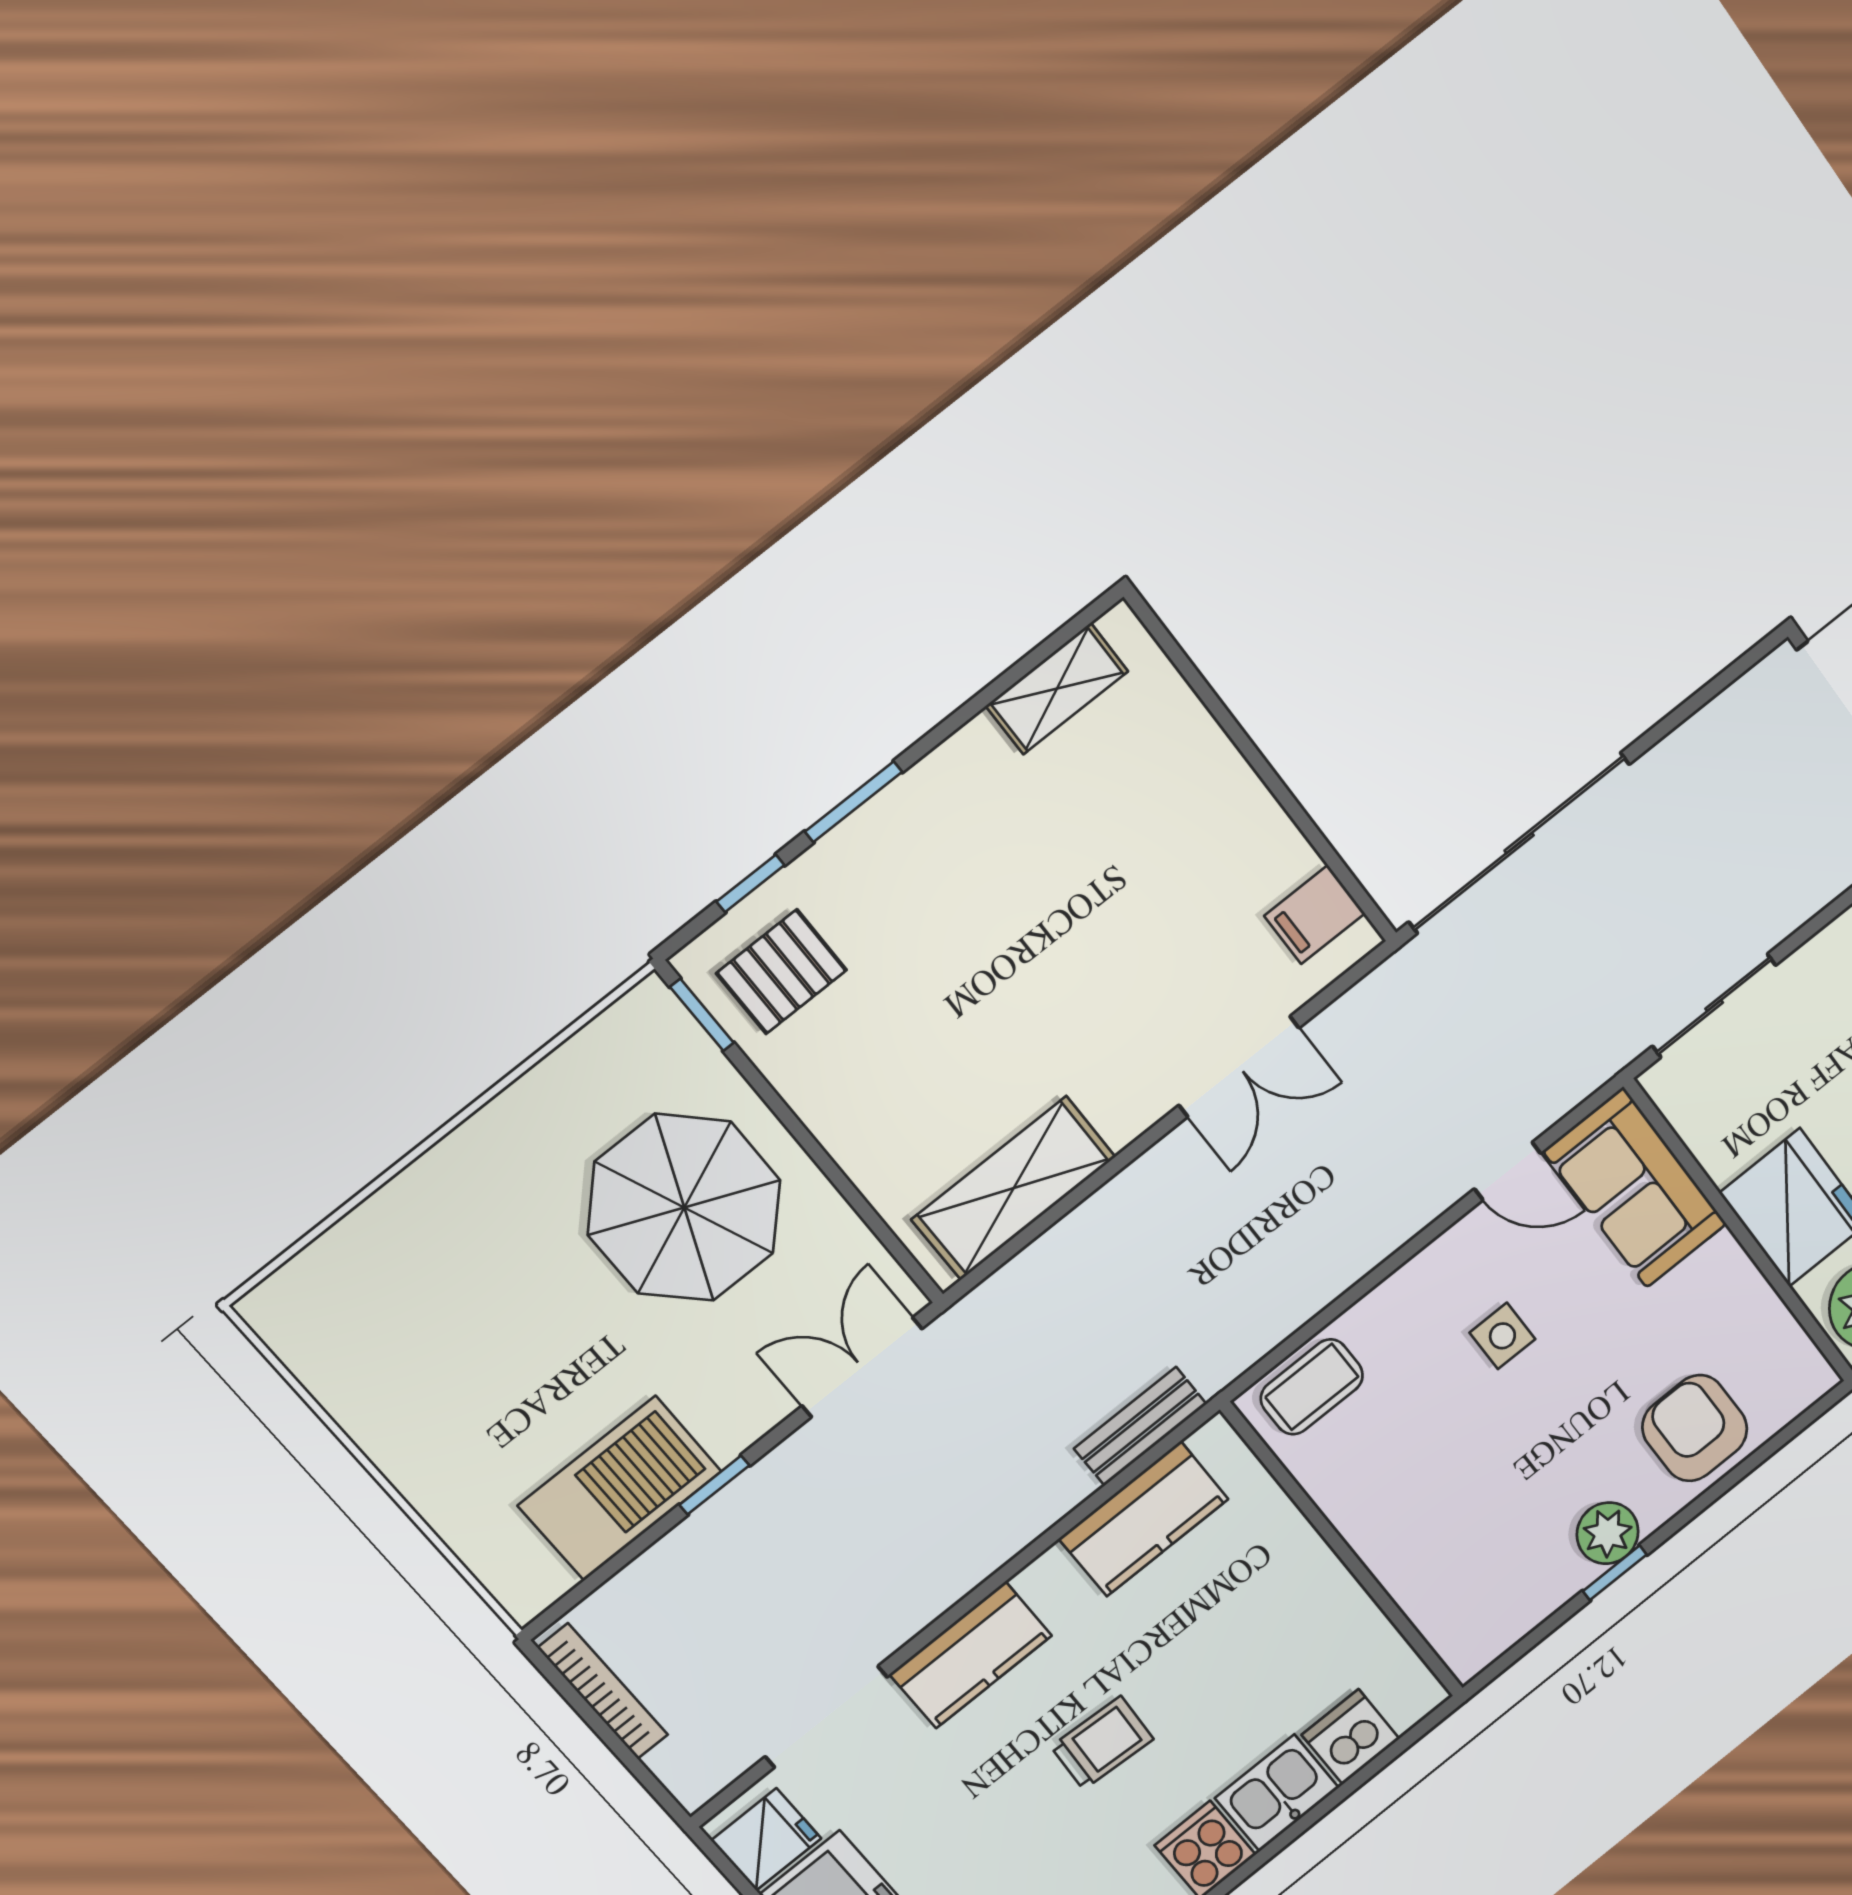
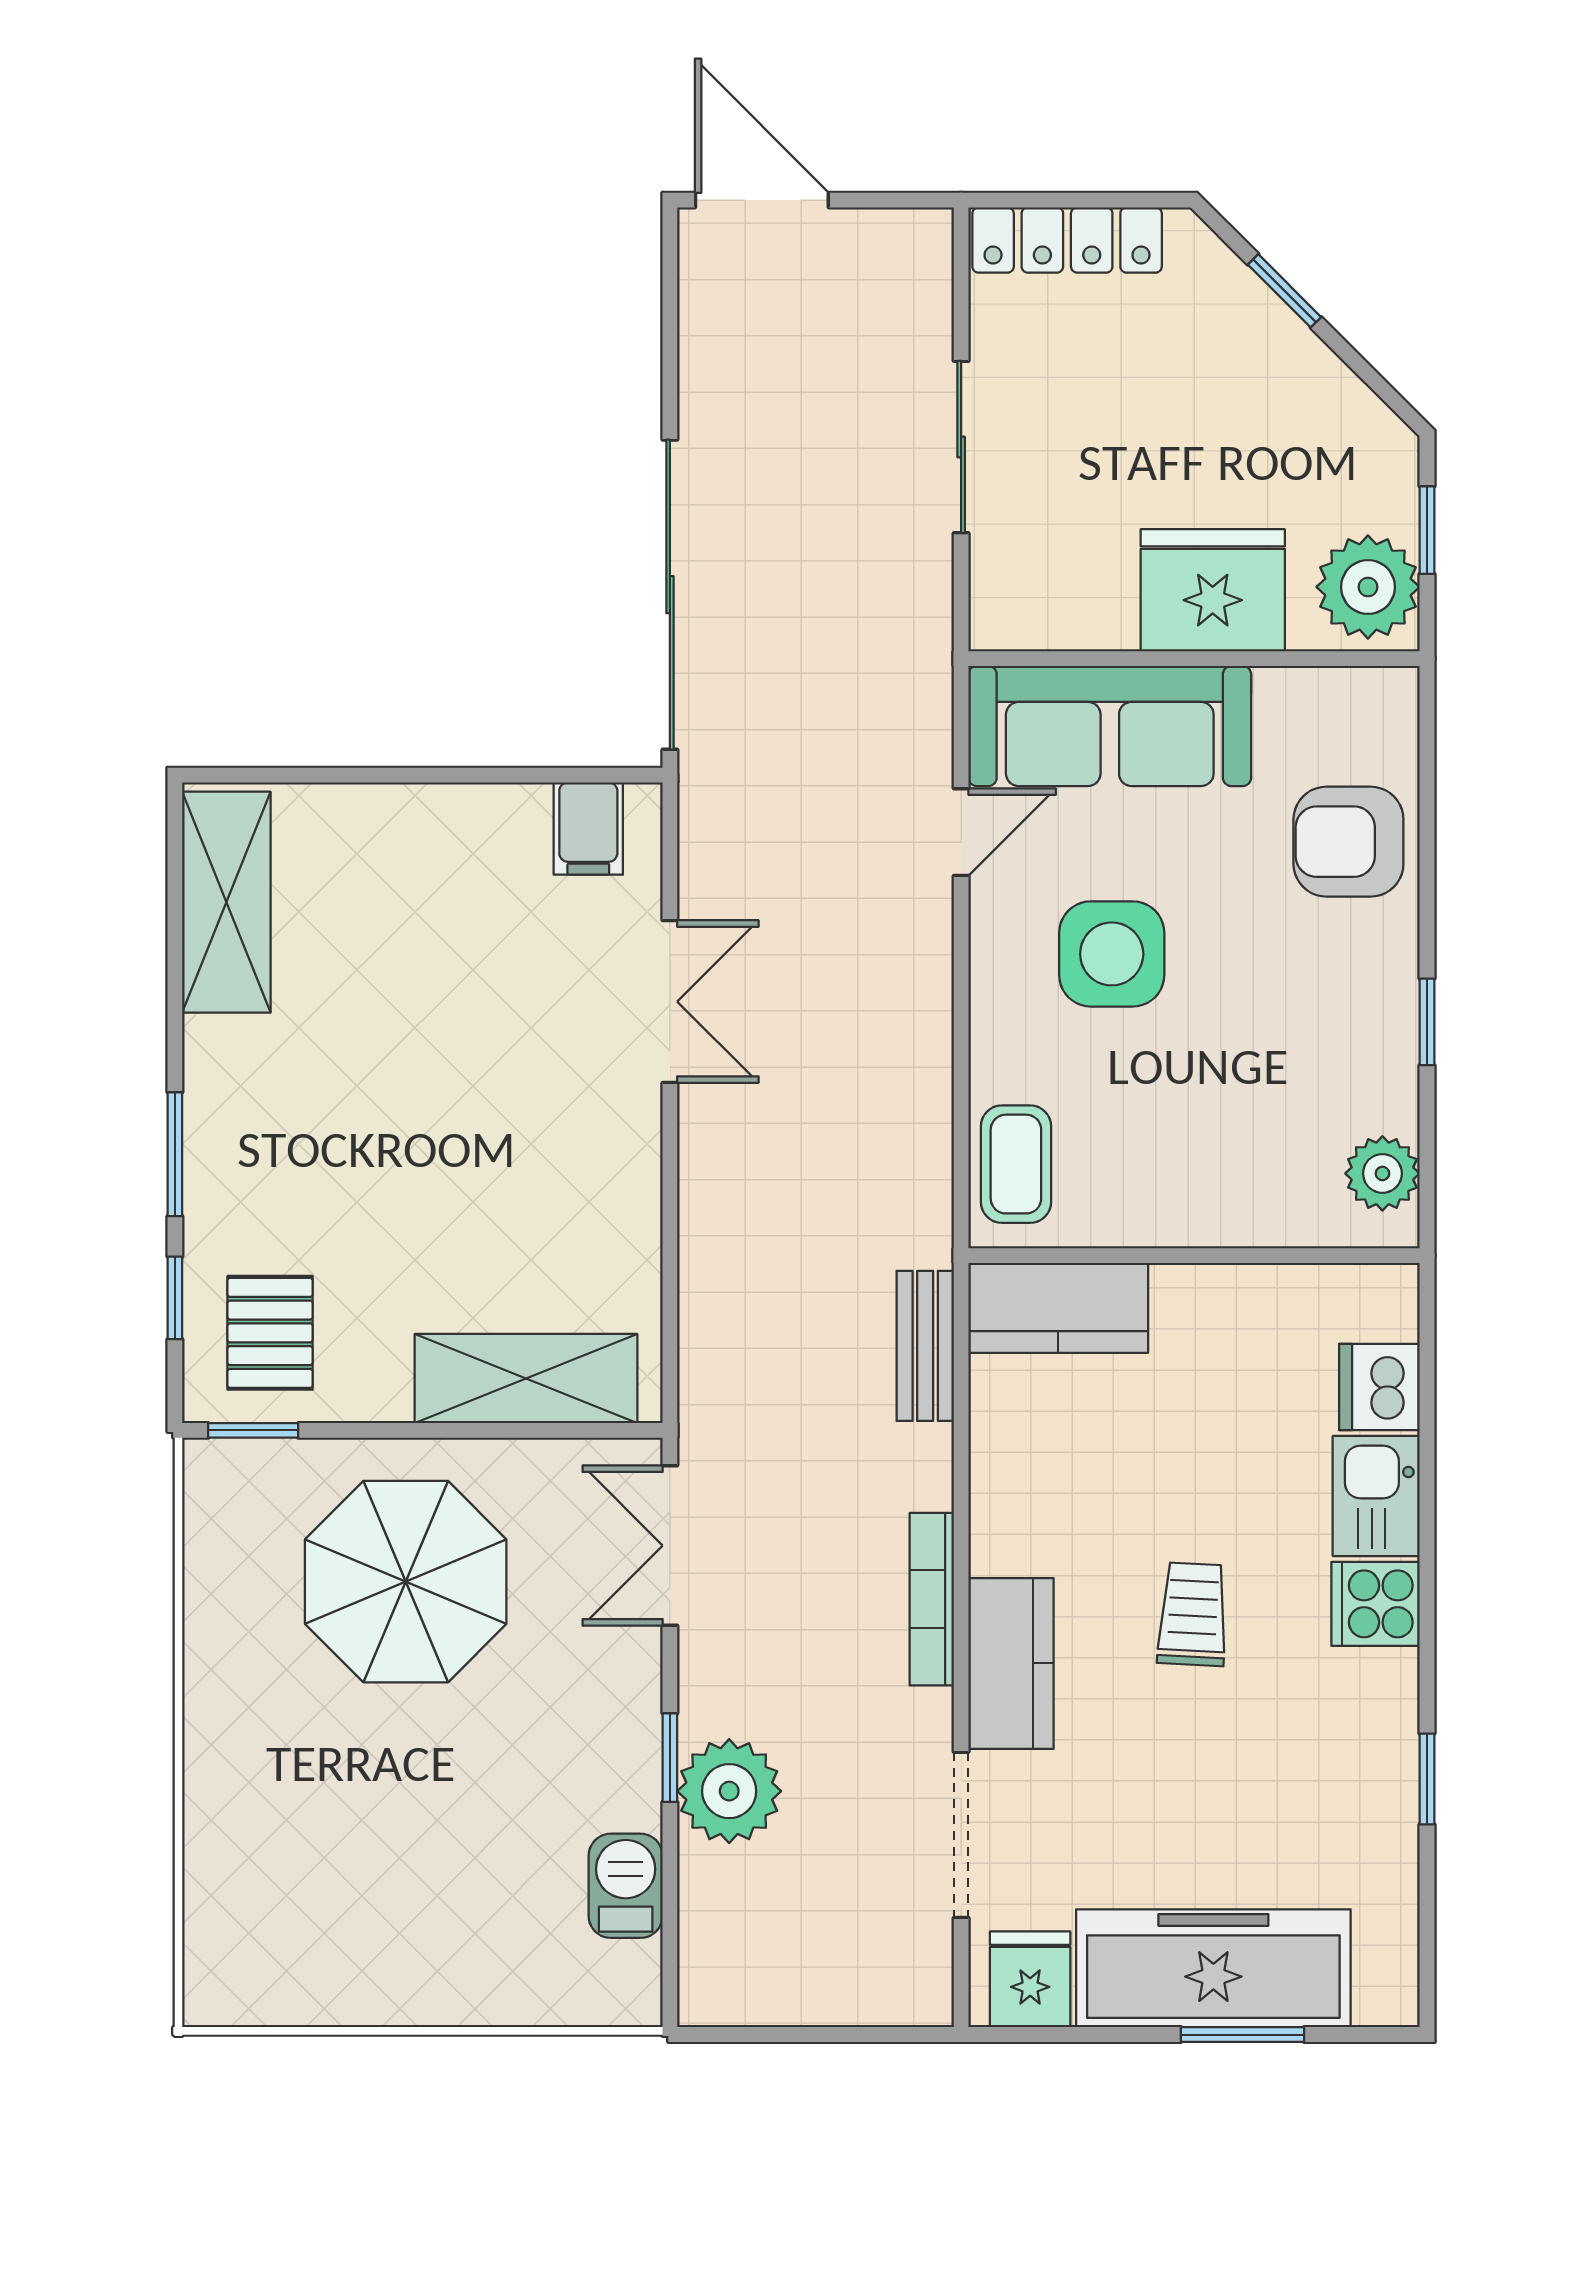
shelving: (1057, 689) -> (226, 902), width x1.50, depth x1.33
sliding door: (1714, 1006) -> (961, 447), moved
shelving: (1014, 1188) -> (526, 1378), moved, turned 90
sofa: (1635, 1188) -> (1110, 726), width x1.36
side table: (1502, 1336) -> (1112, 954), width x1.87, depth x1.87
barbecue: (620, 1488) -> (626, 1886), width x0.53, depth x0.65
kitchen counter: (1144, 1519) -> (1058, 1308), moved, turned 90
plant: (1608, 1533) -> (1382, 1173), moved
plant: (725, 1543) -> (729, 1791), added
bookcase: (603, 1691) -> (932, 1599), moved, turned -90

